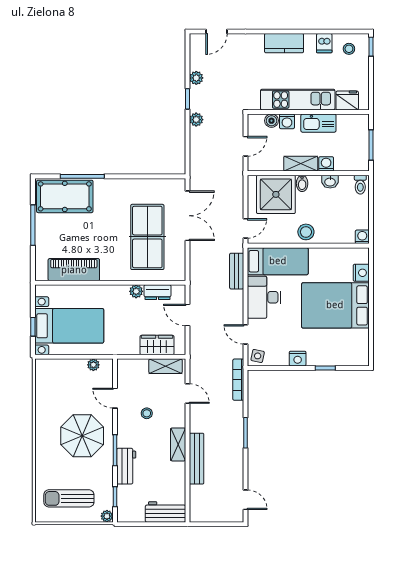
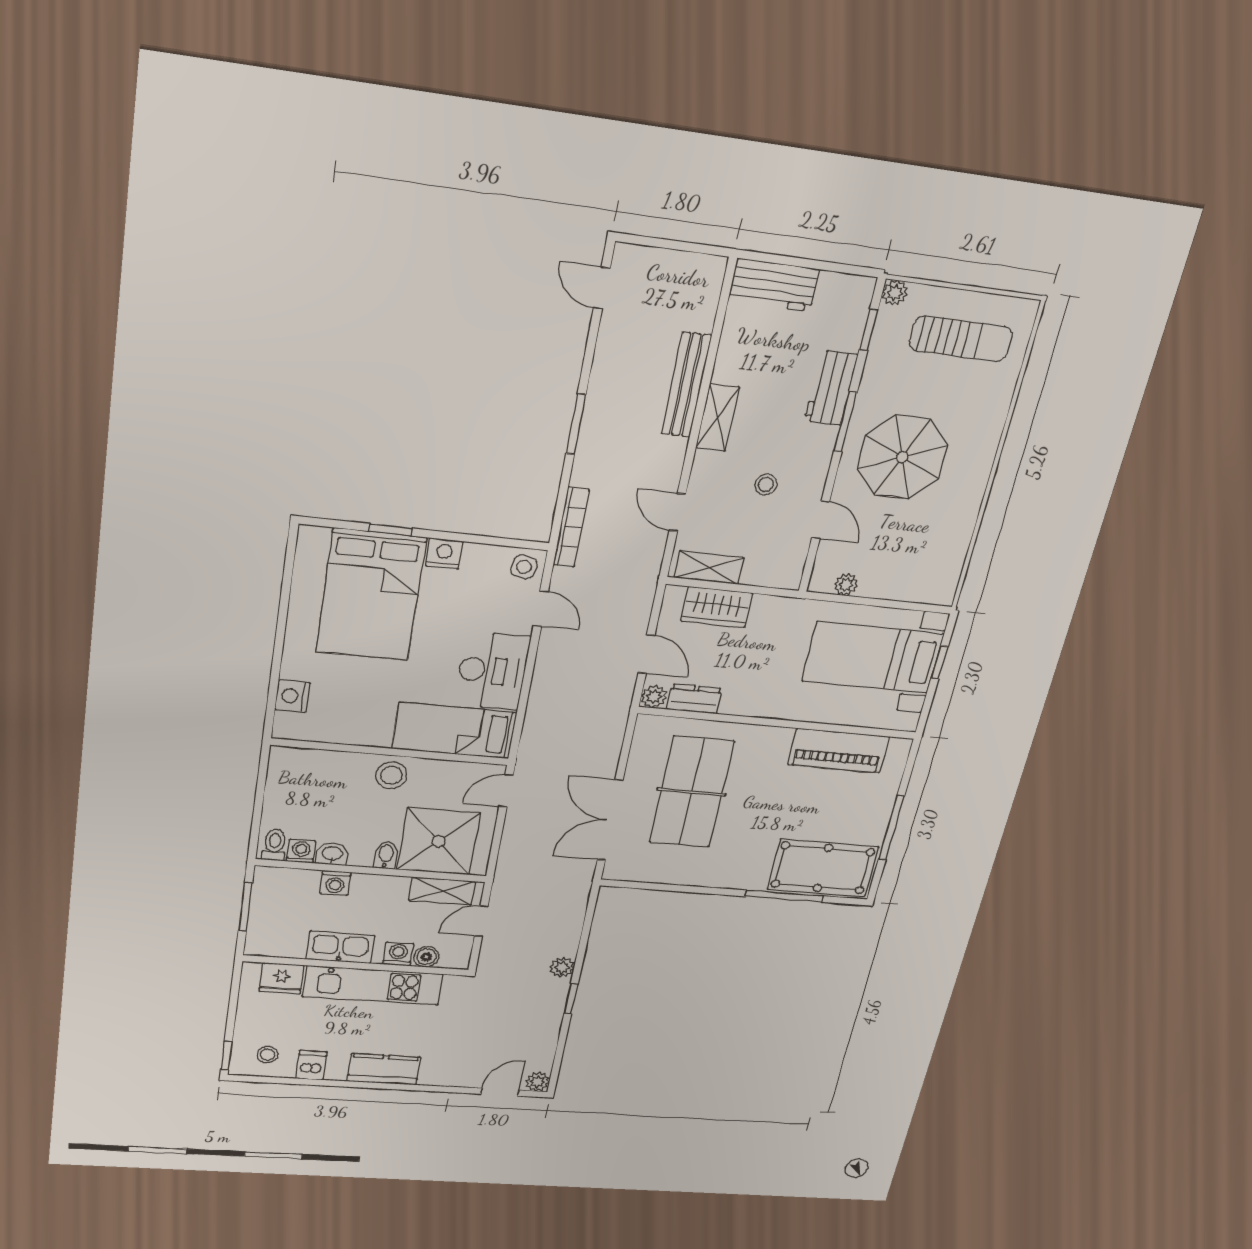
plant: (196, 78) -> (538, 1082), moved
shelving: (301, 164) -> (442, 891), moved
washing machine: (362, 237) -> (301, 851), moved, turned 180
bench: (237, 271) -> (537, 721), removed
plant: (136, 291) -> (654, 697), moved
bed: (335, 305) -> (371, 595), moved, turned 90

